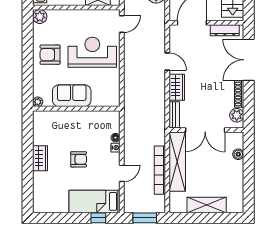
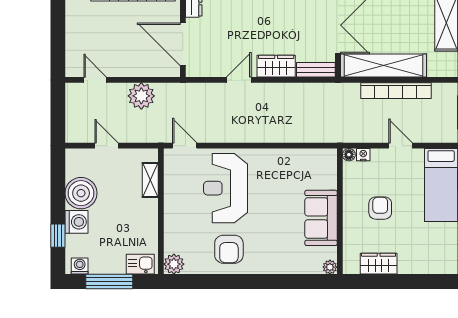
sofa: (72, 96) -> (321, 218), moved
plant: (38, 102) -> (330, 267), moved
wall: (76, 109) -> (340, 211), moved

